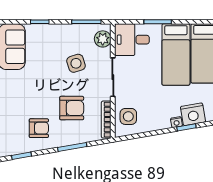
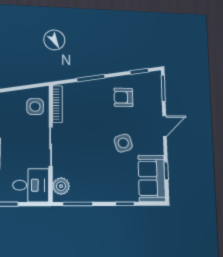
side table: (76, 63) -> (123, 143), moved
armchair: (72, 108) -> (92, 116), removed

